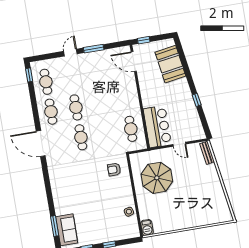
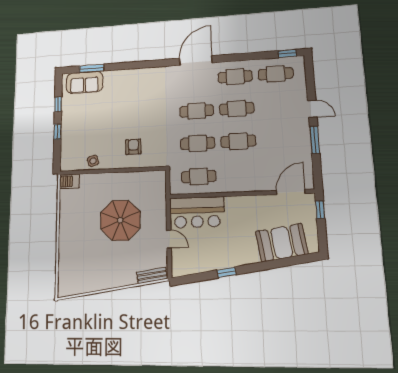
cafe table: (101, 103) -> (238, 141), added
cafe table: (106, 133) -> (198, 143), added
door: (179, 144) -> (169, 239), swing flipped
armchair: (114, 169) -> (133, 147), moved
parasol: (157, 178) -> (120, 220), moved

